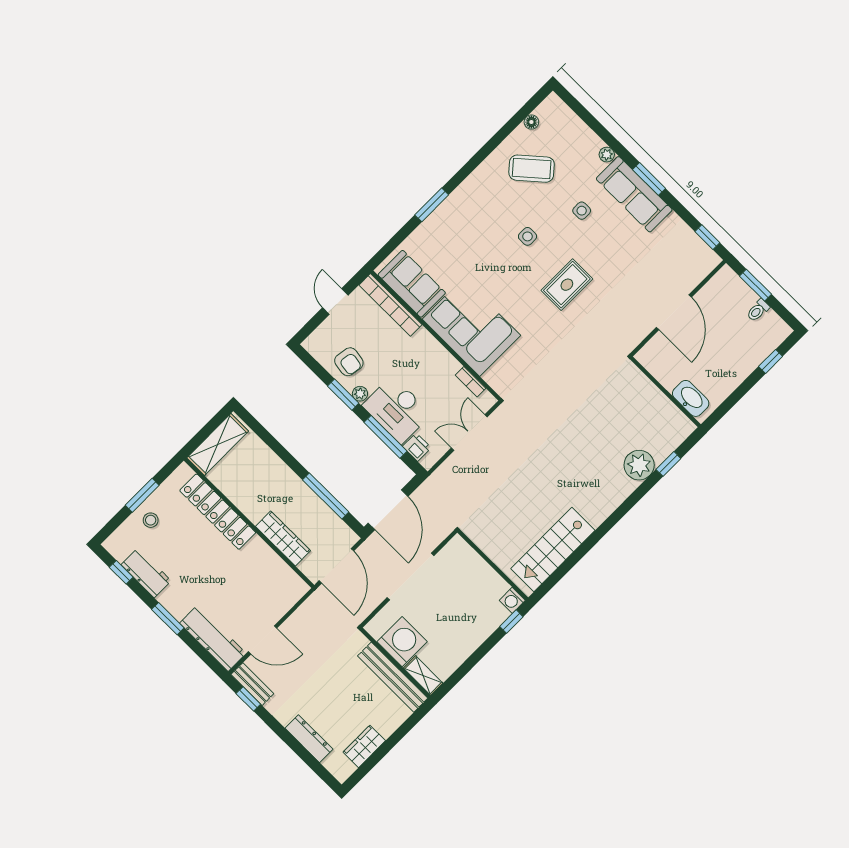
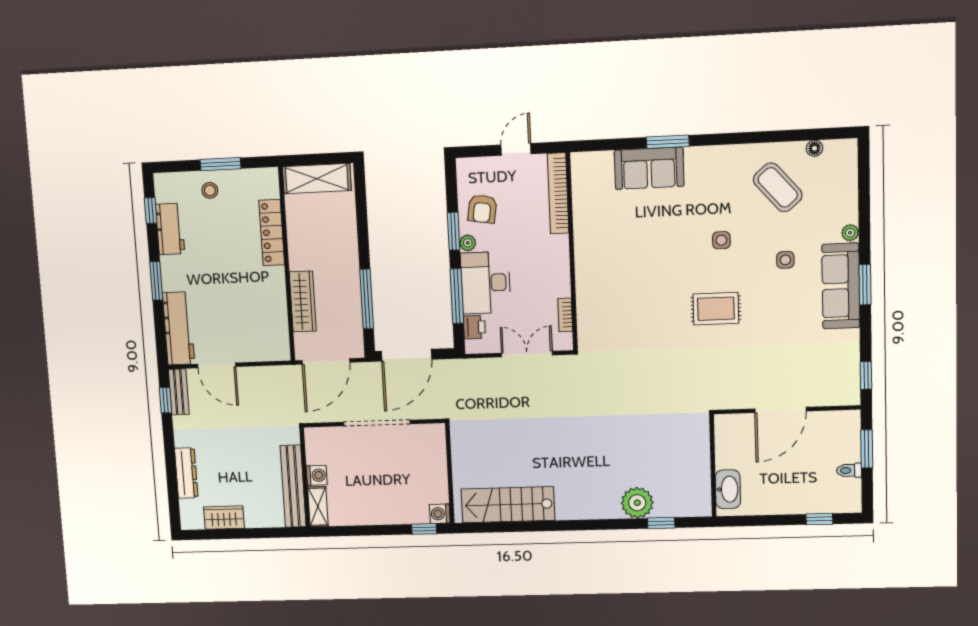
sofa: (412, 284) -> (649, 168), moved, turned 90
corner sofa: (471, 327) -> (607, 272), removed
locker: (218, 512) -> (272, 233), width x0.71, depth x0.83
washing machine: (402, 642) -> (317, 475), width x0.53, depth x0.53

